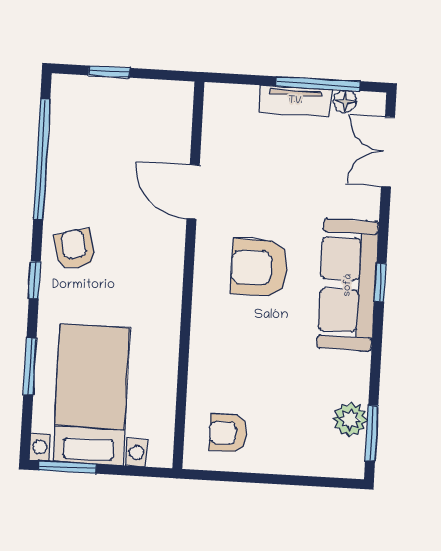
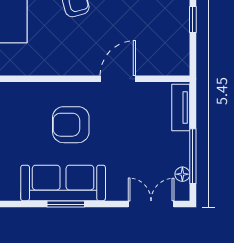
tv unit: (295, 101) -> (181, 108), moved
armchair: (259, 268) -> (71, 125), turned -90
window: (380, 283) -> (66, 204), width x1.50

